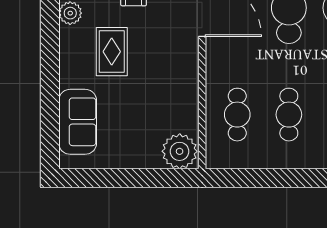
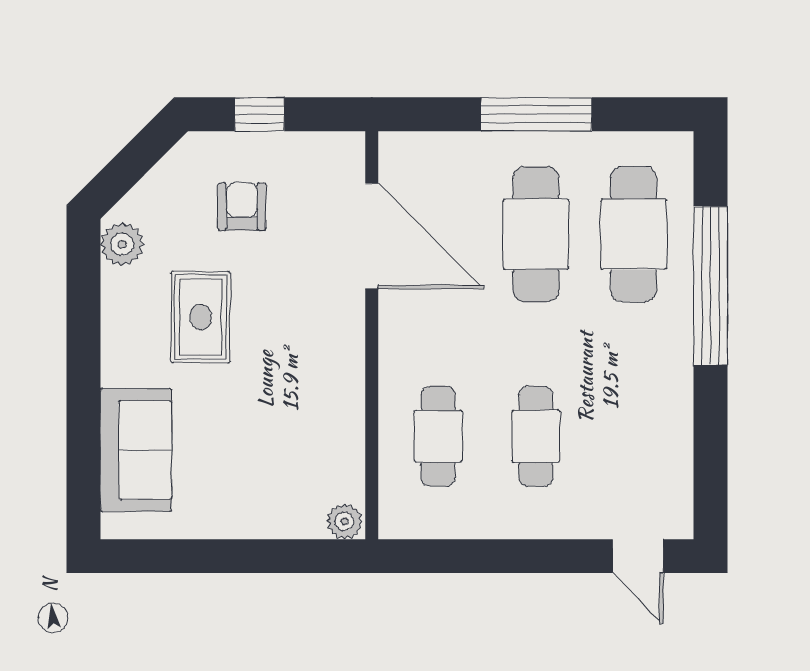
plant: (180, 151) -> (345, 521), width x0.53, depth x0.53

